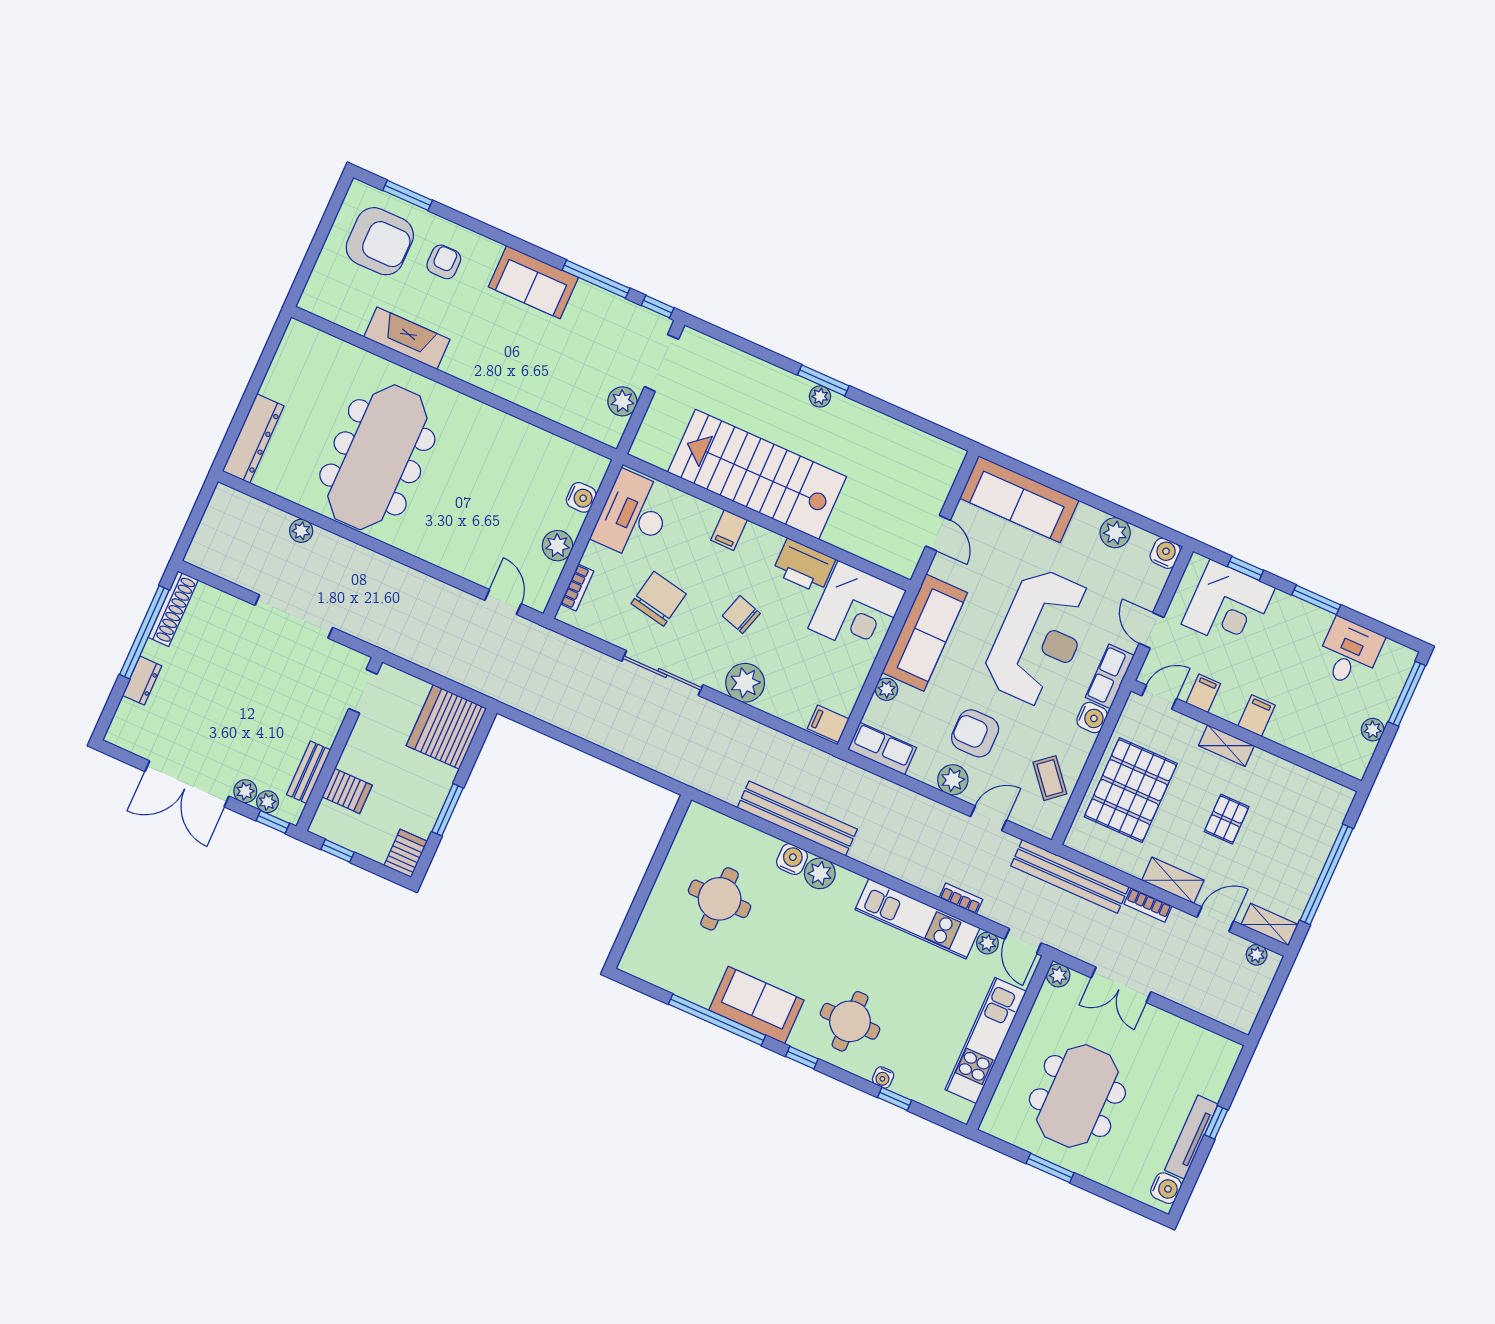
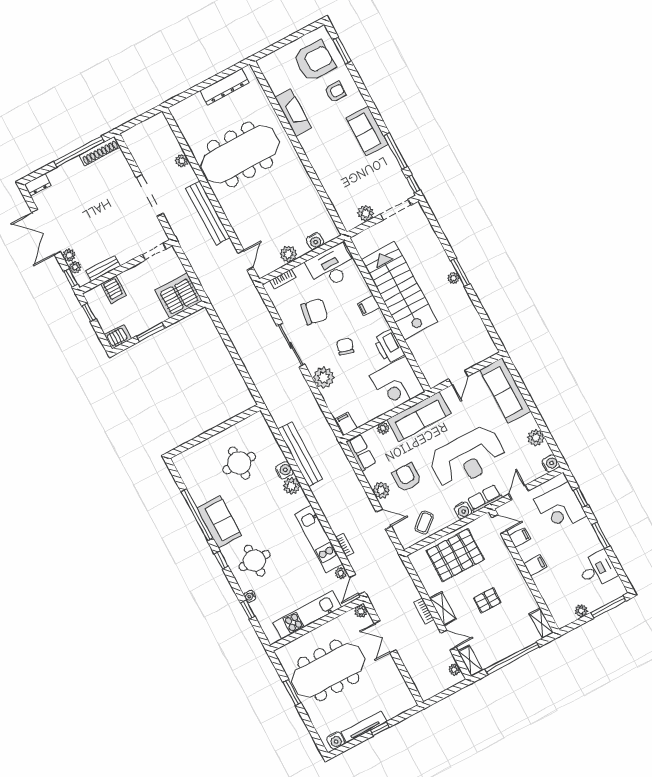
armchair: (380, 241) -> (314, 61), turned -90
dresser: (253, 438) -> (225, 87), moved
dresser: (142, 681) -> (38, 185), moved
shelving: (1226, 746) -> (541, 623), moved
bench: (1070, 876) -> (208, 213), moved
meeting table: (1077, 1096) -> (328, 670), width x1.36

